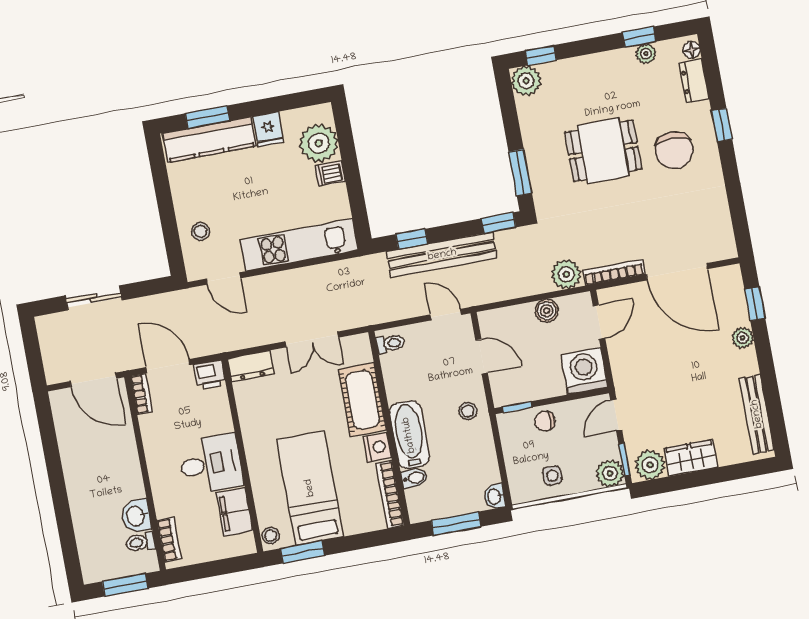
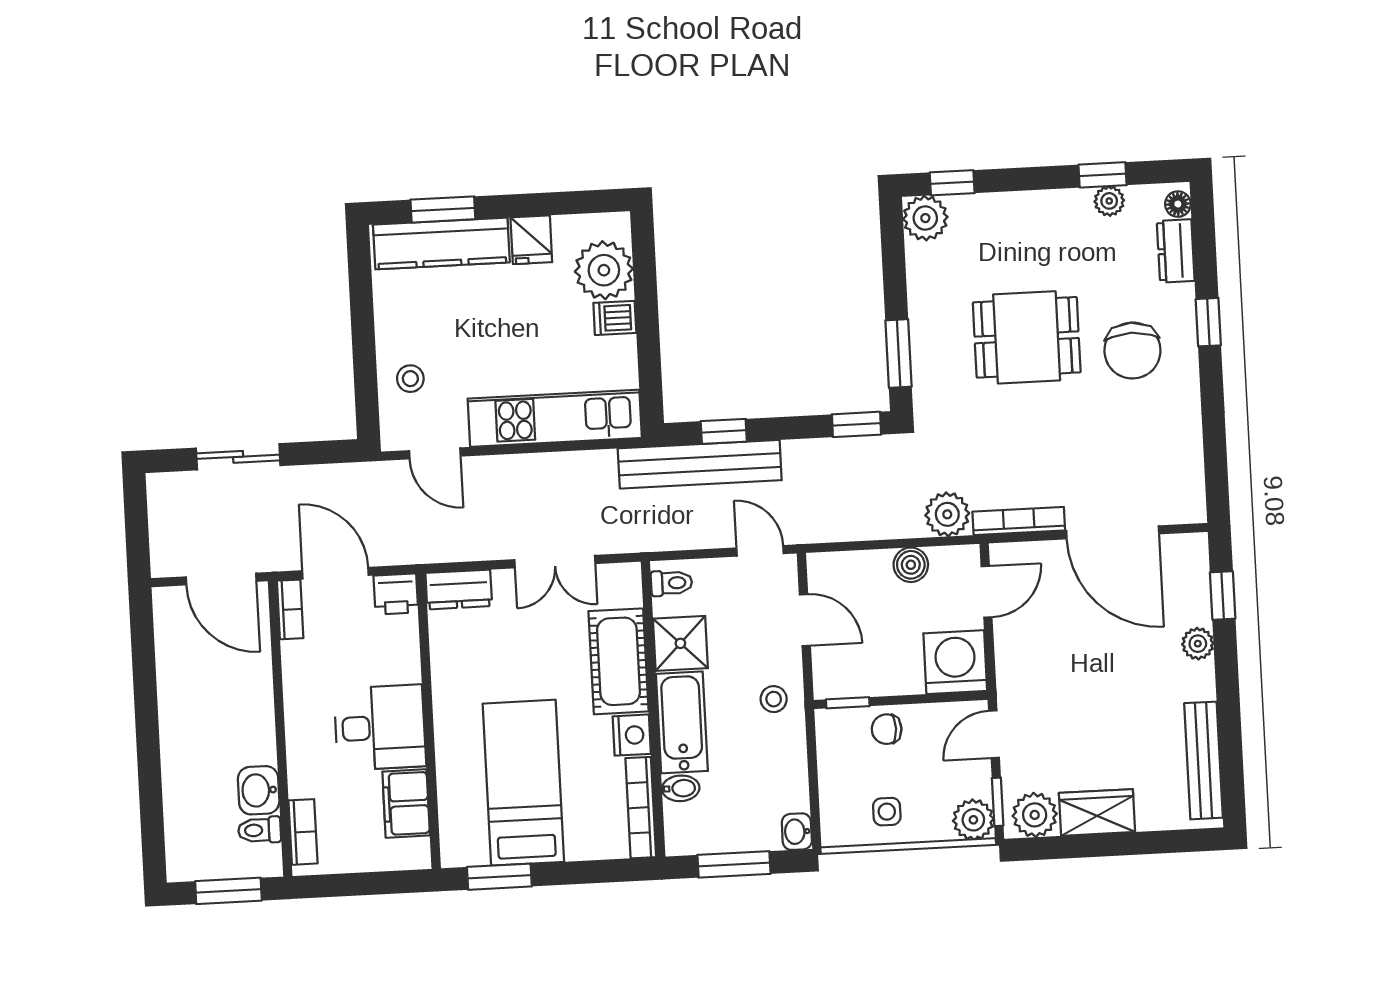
bench: (442, 255) -> (700, 464), moved
shower: (402, 383) -> (680, 643), added
stool: (271, 536) -> (455, 846), removed

